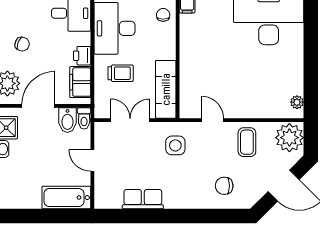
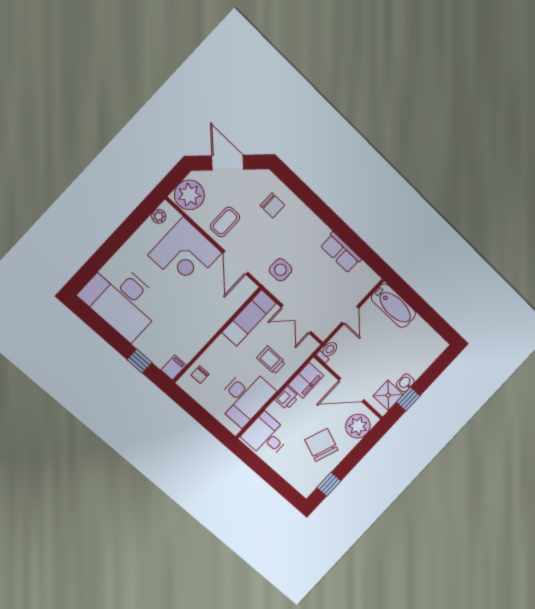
chair: (22, 44) -> (321, 445), width x1.87, depth x1.87
corner desk: (254, 93) -> (185, 254), added
bidet: (67, 120) -> (341, 361), removed
door: (213, 120) -> (236, 263), width x1.38

